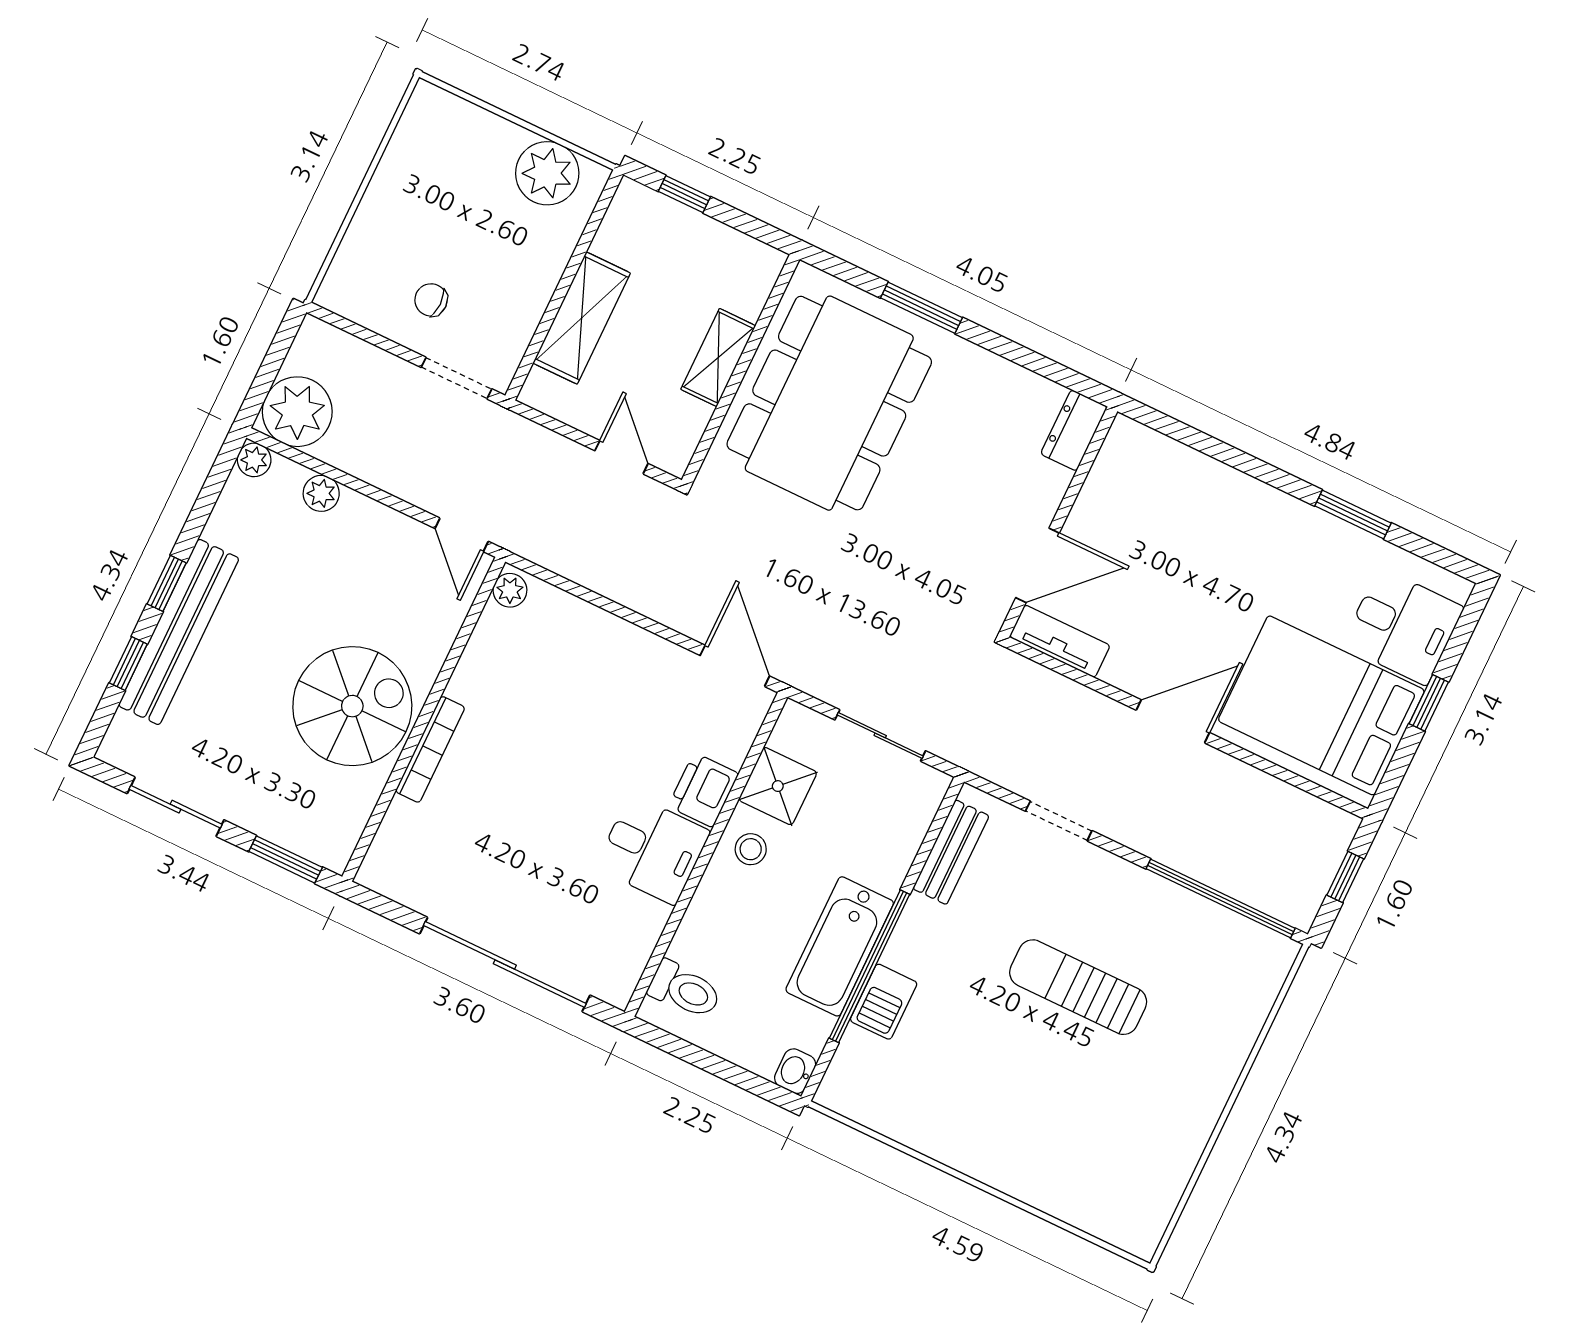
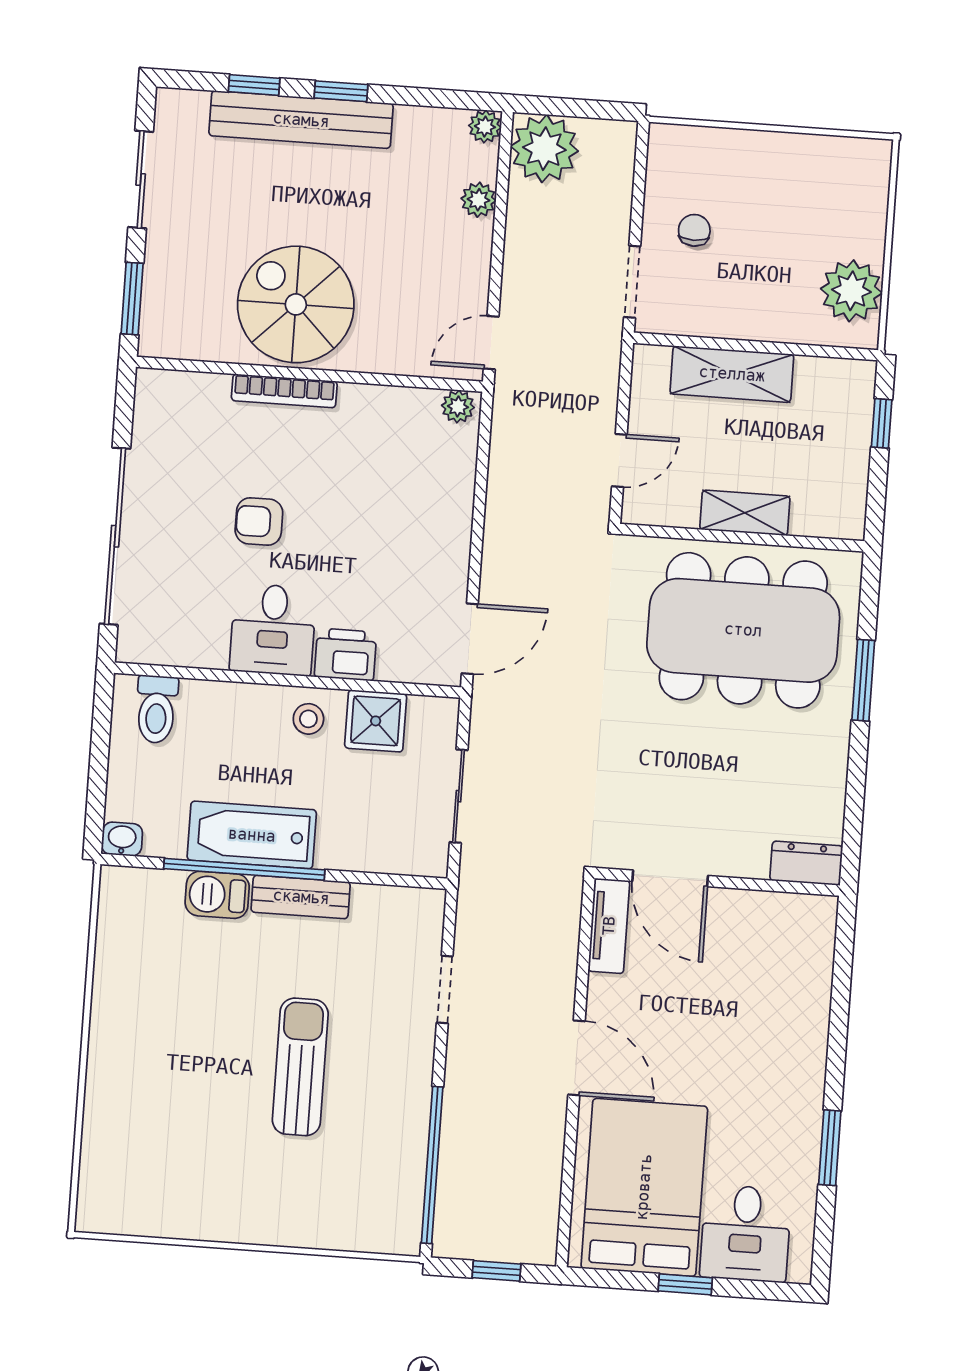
spiral stairs: (352, 706) -> (296, 304), turned 180
armchair: (545, 822) -> (259, 521), added
bench: (951, 852) -> (301, 897), moved

